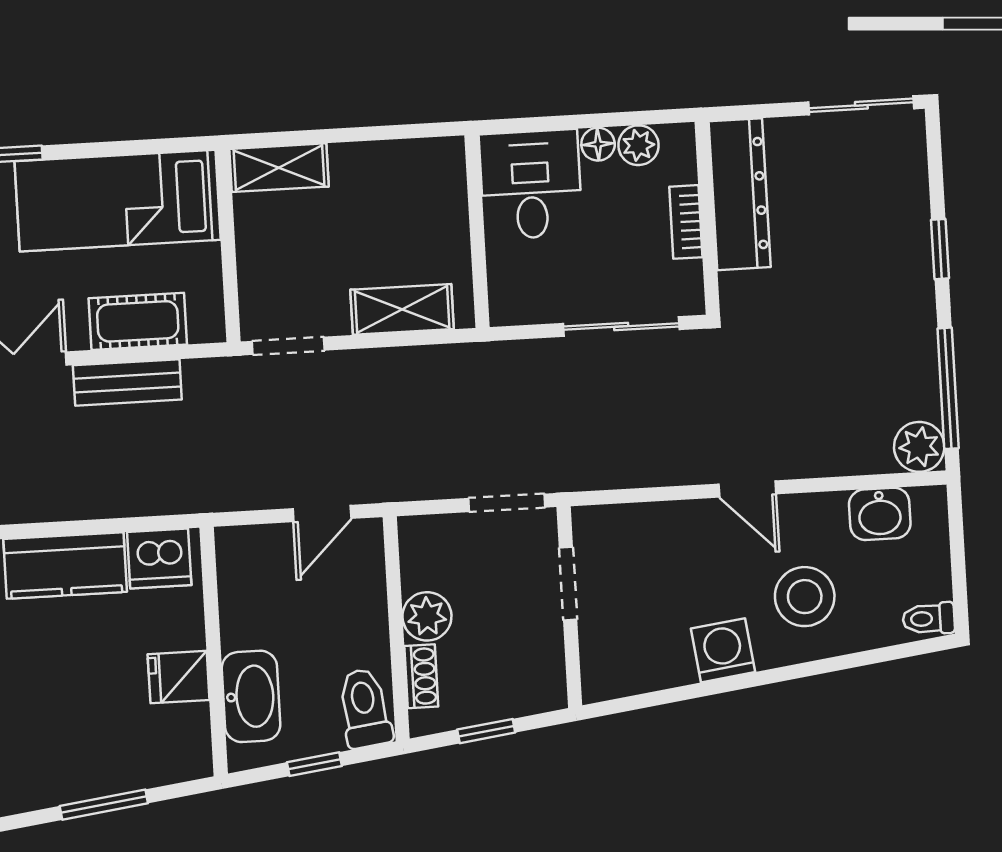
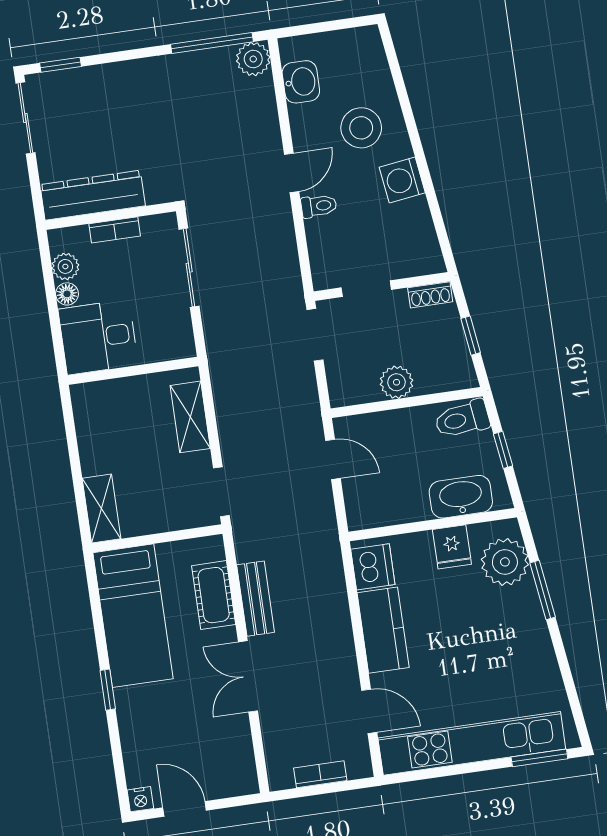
window: (940, 249) -> (60, 65), moved
toilet: (929, 619) -> (319, 206), moved, turned -90
shoe rack: (421, 676) -> (430, 295), moved, turned 180
plant: (150, 753) -> (505, 562), added

